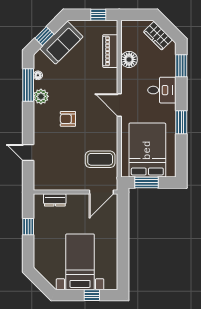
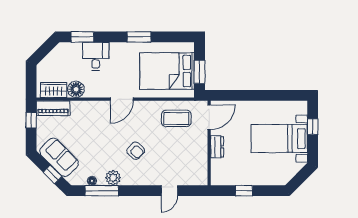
wardrobe: (158, 36) -> (54, 90), moved, turned -135
piano: (110, 51) -> (53, 108), moved
desk: (162, 90) -> (96, 56), moved
armchair: (68, 119) -> (136, 151), turned -47
coffee table: (100, 159) -> (176, 118), turned 90
door: (101, 192) -> (209, 117), hinge flipped
dresser: (55, 200) -> (217, 147), moved

